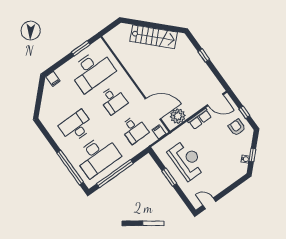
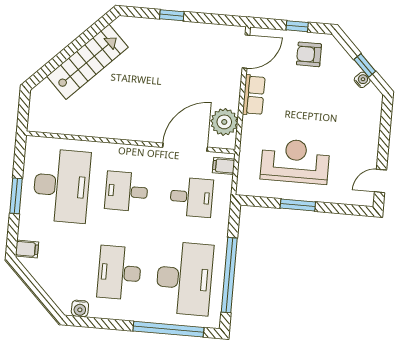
window: (81, 48) -> (16, 196), moved
desk: (113, 100) -> (126, 191), turned 180
water cooler: (47, 123) -> (80, 309), added

